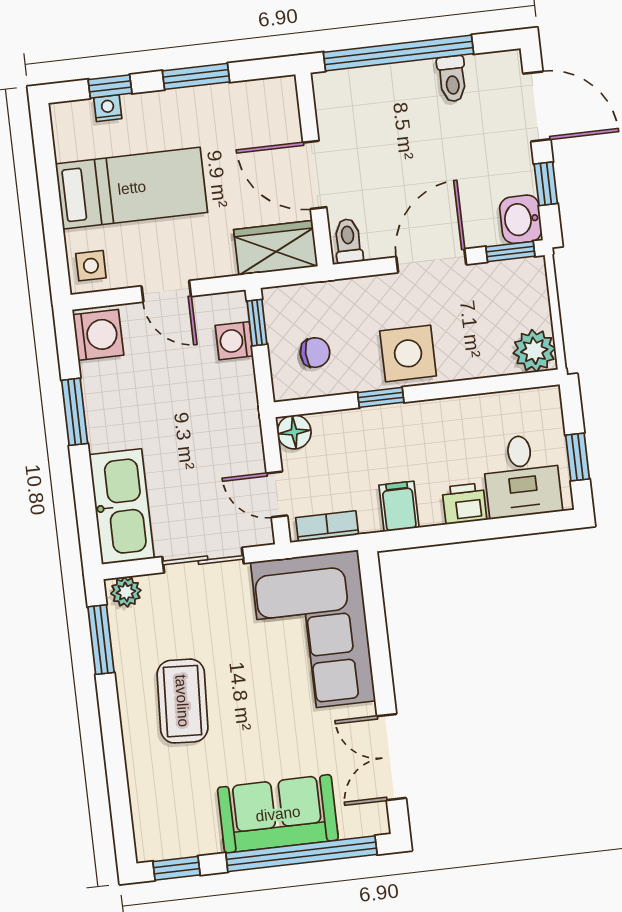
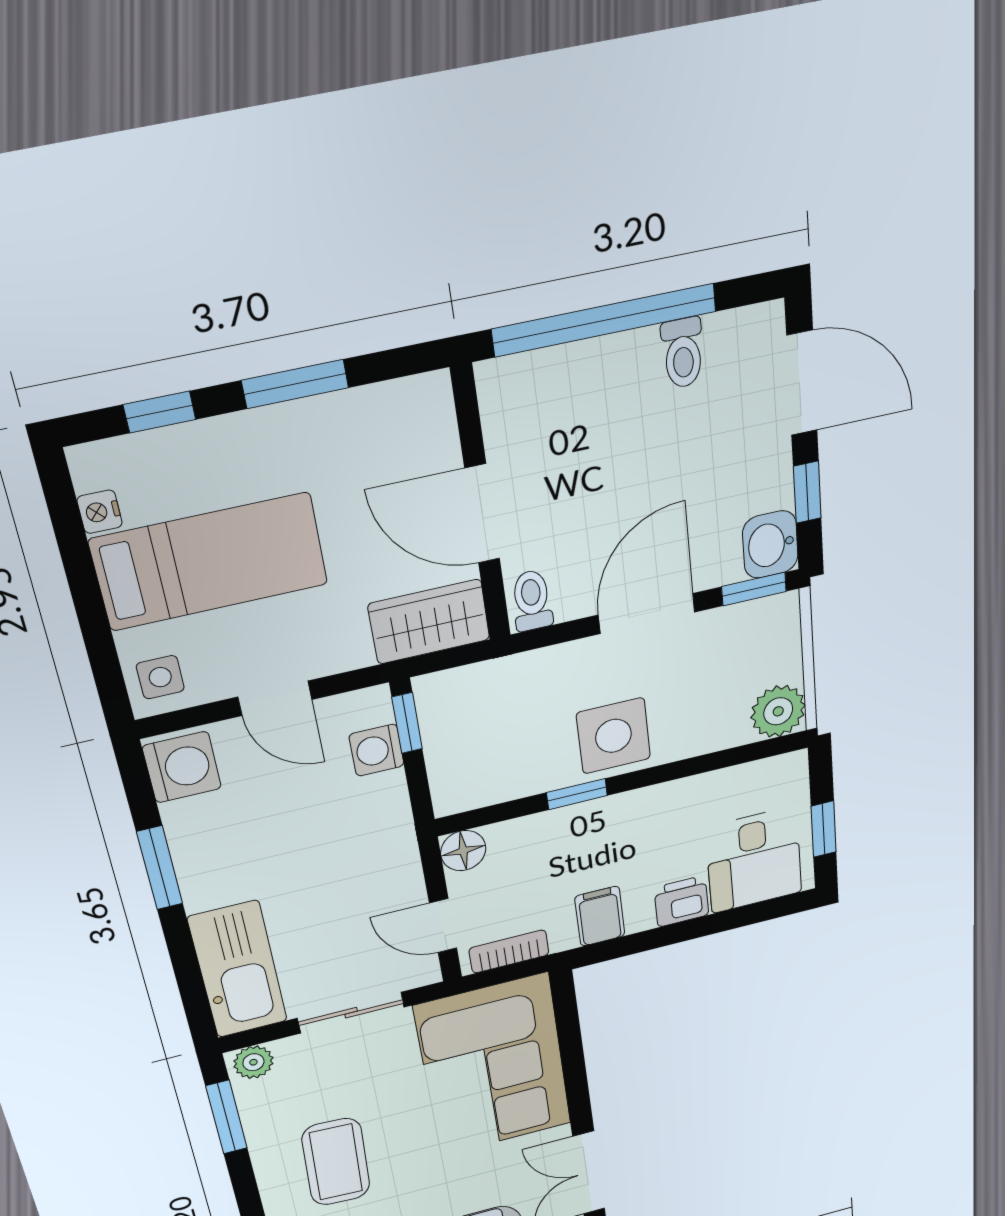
nightstand: (108, 108) -> (100, 512), moved, turned -90
chair: (315, 353) -> (489, 751), removed

